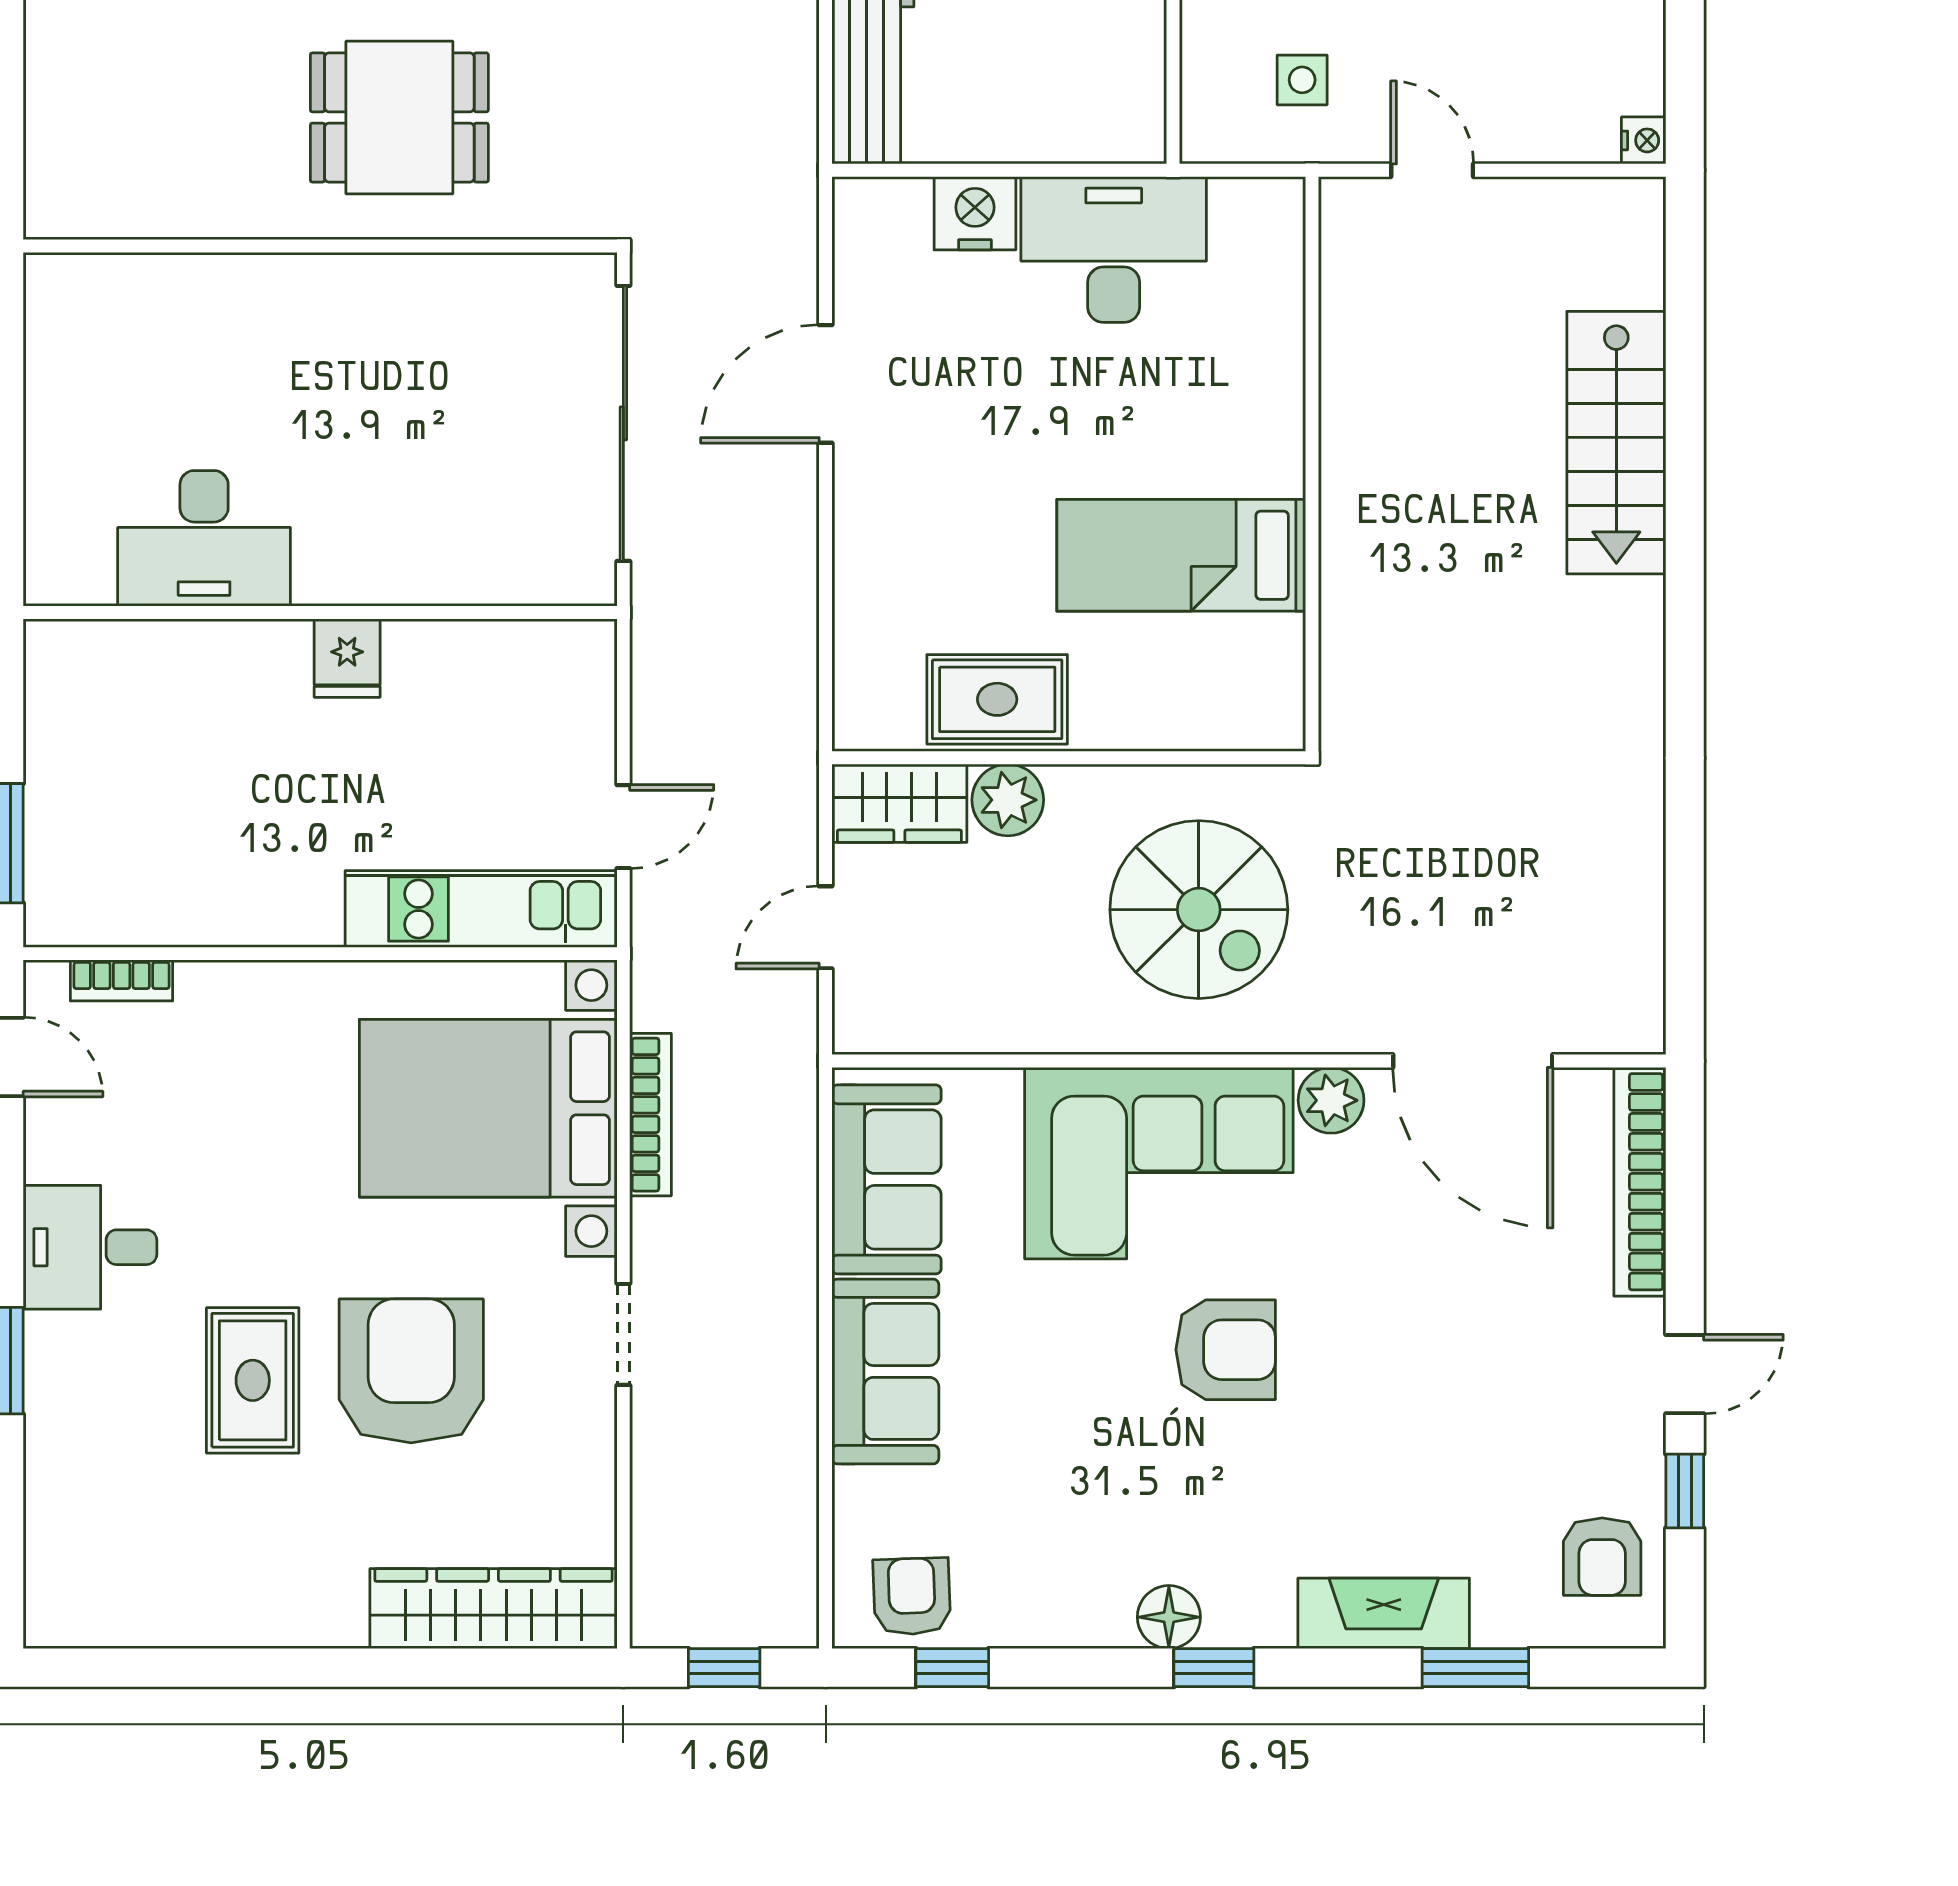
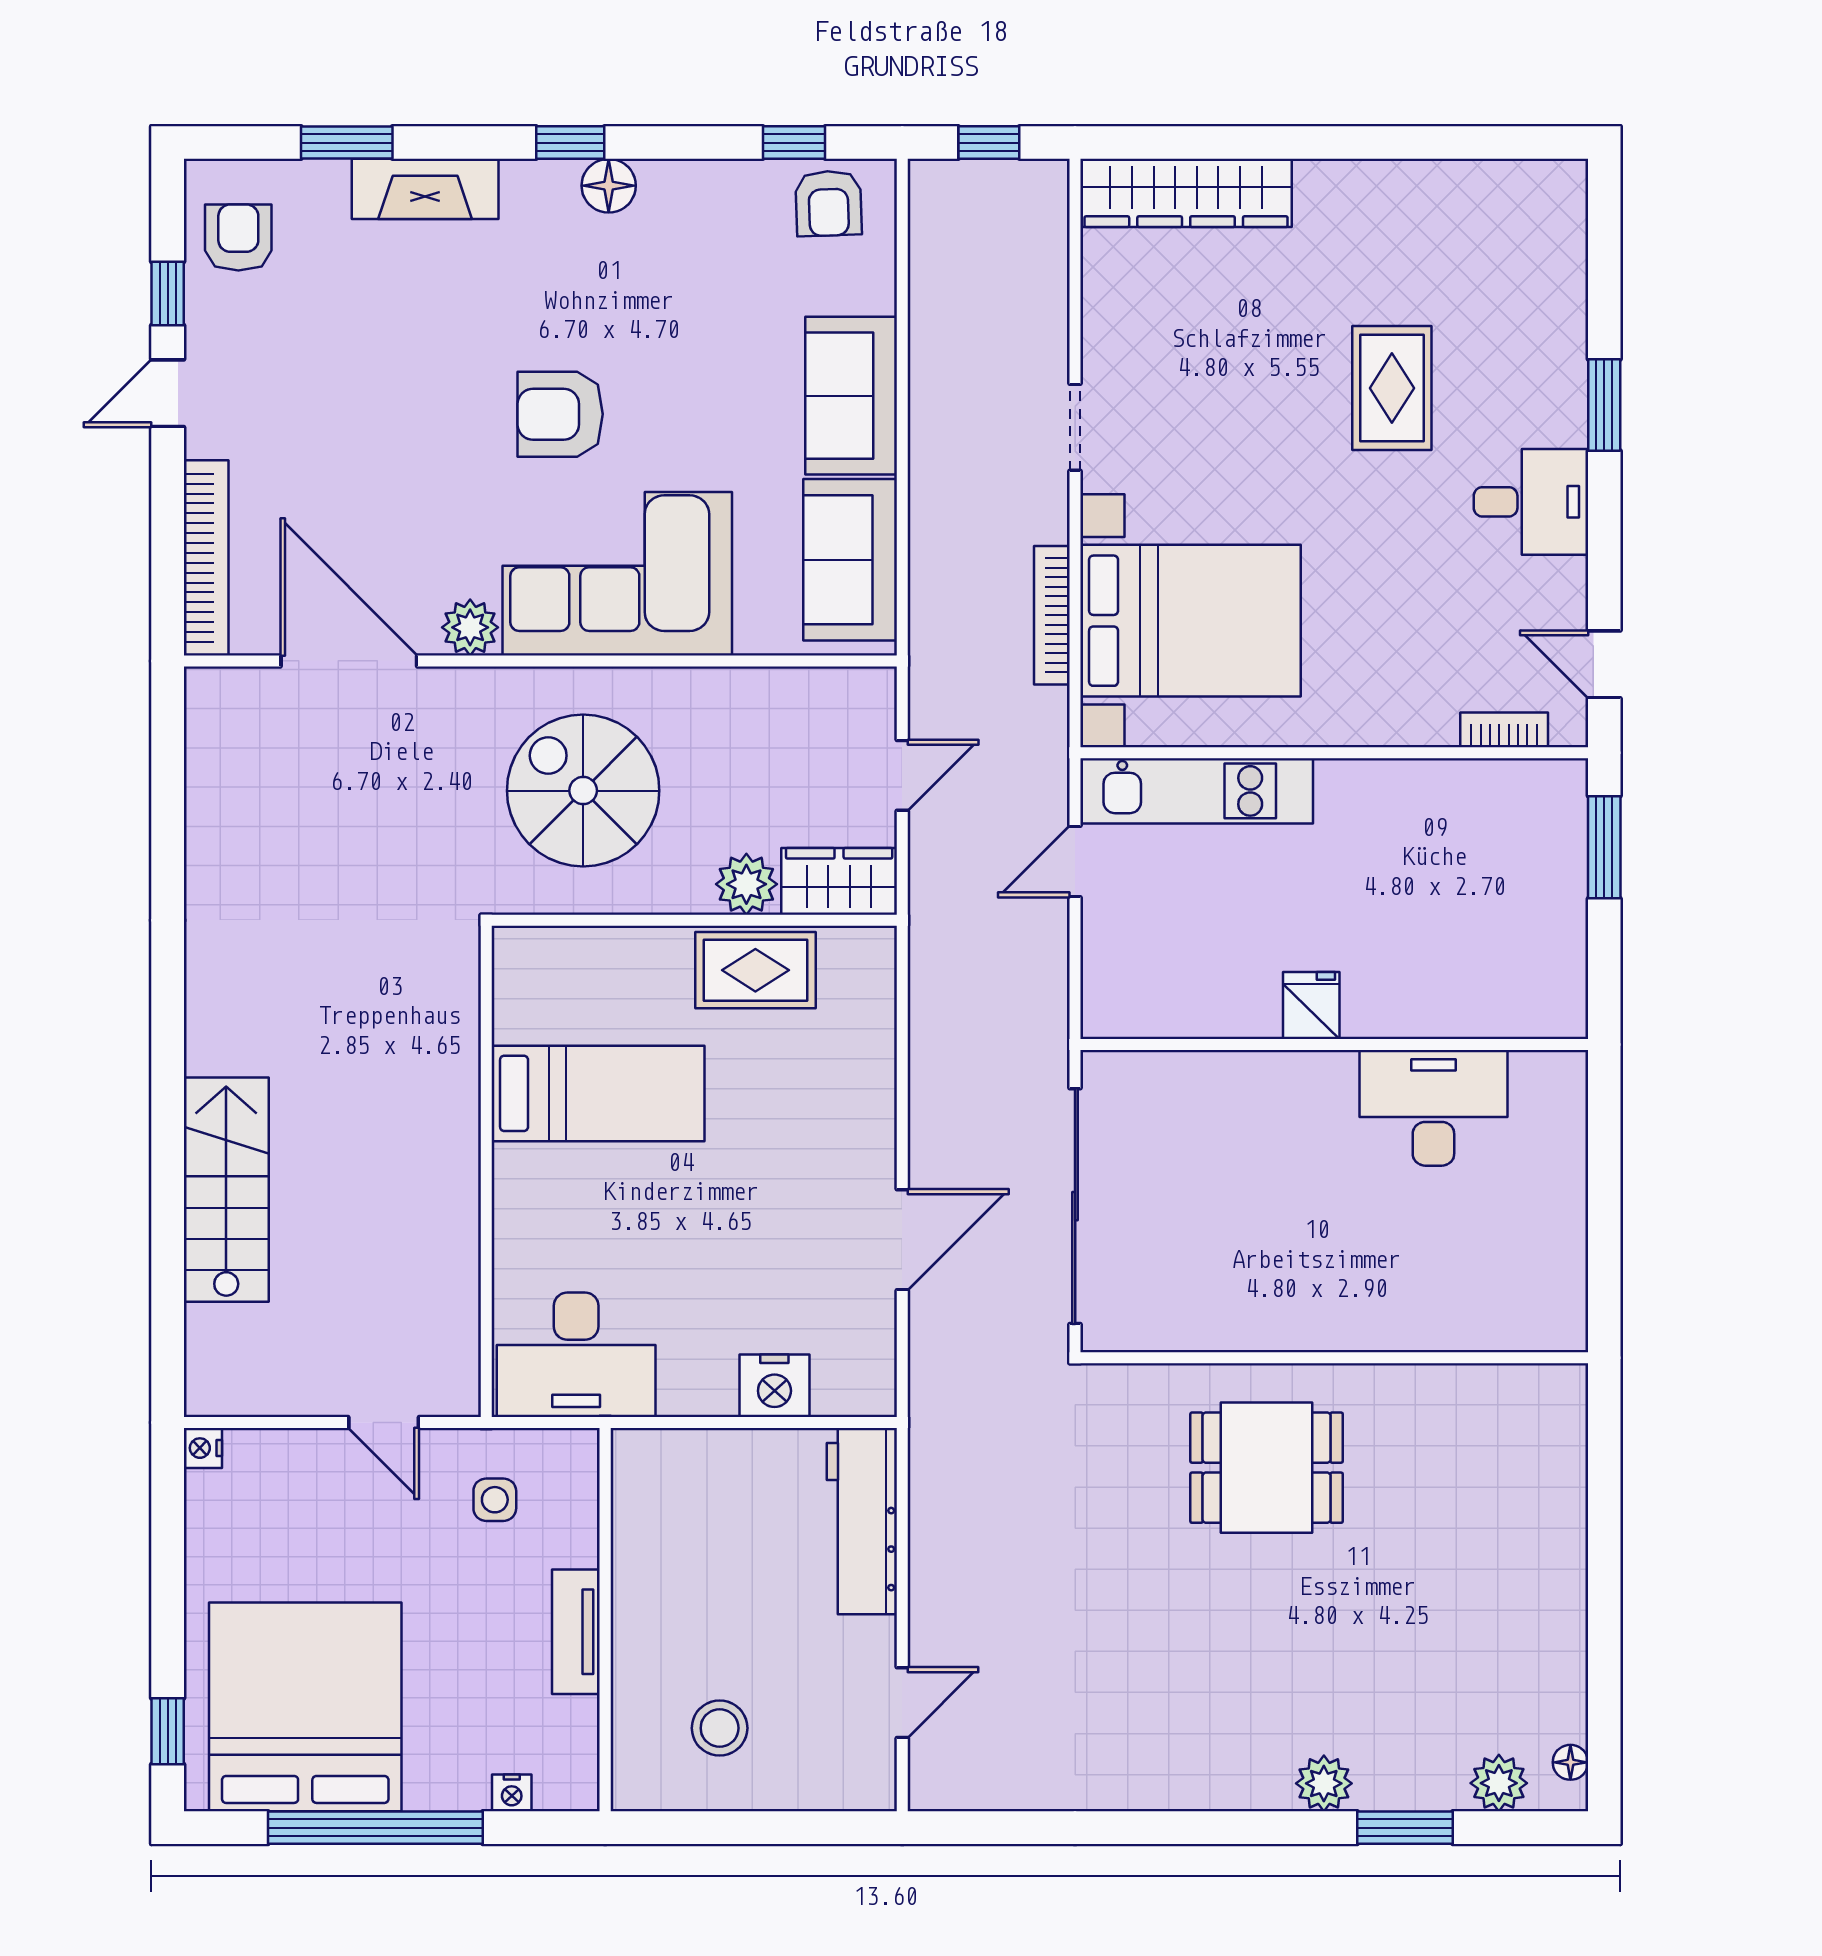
desk: (1114, 249) -> (576, 1355), moved
armchair: (411, 1371) -> (1256, 396), removed

